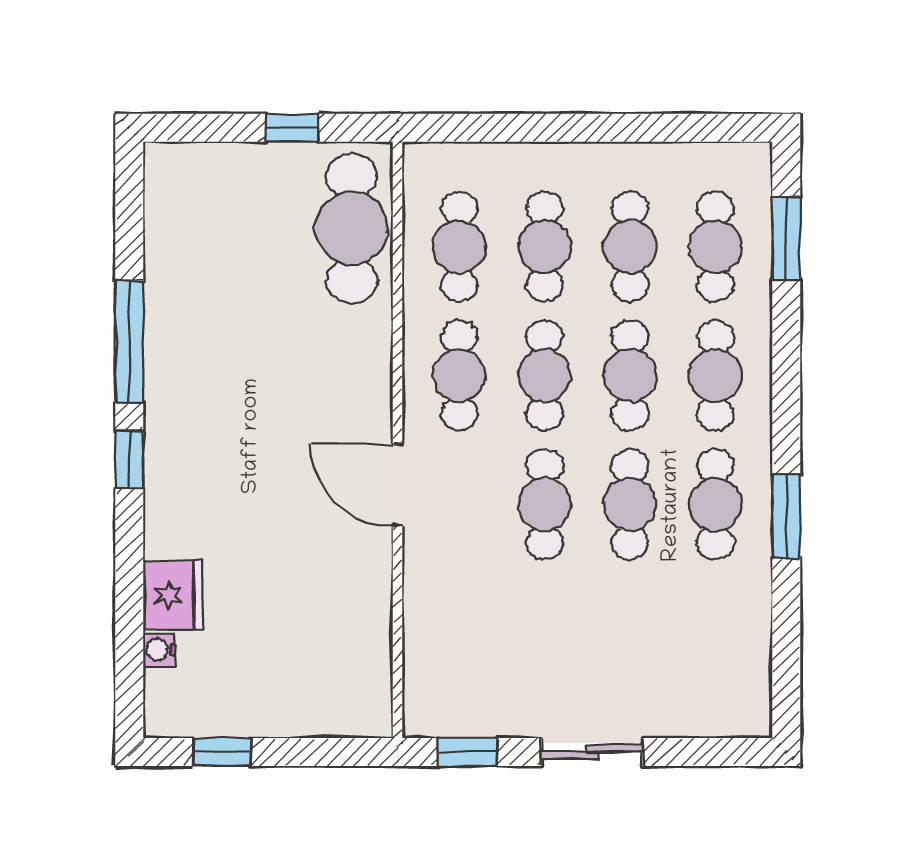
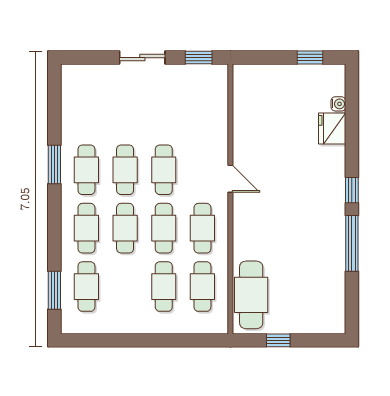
cafe table: (630, 247) -> (125, 287), removed
door: (398, 485) -> (230, 179), width x0.73

